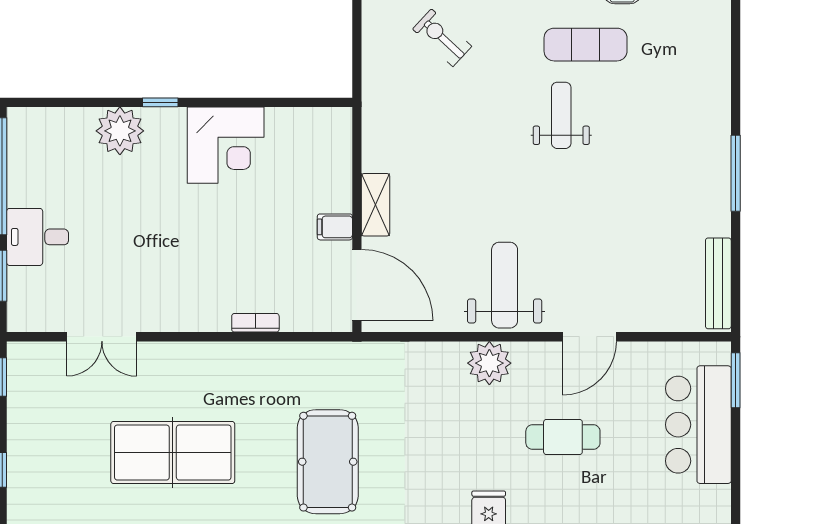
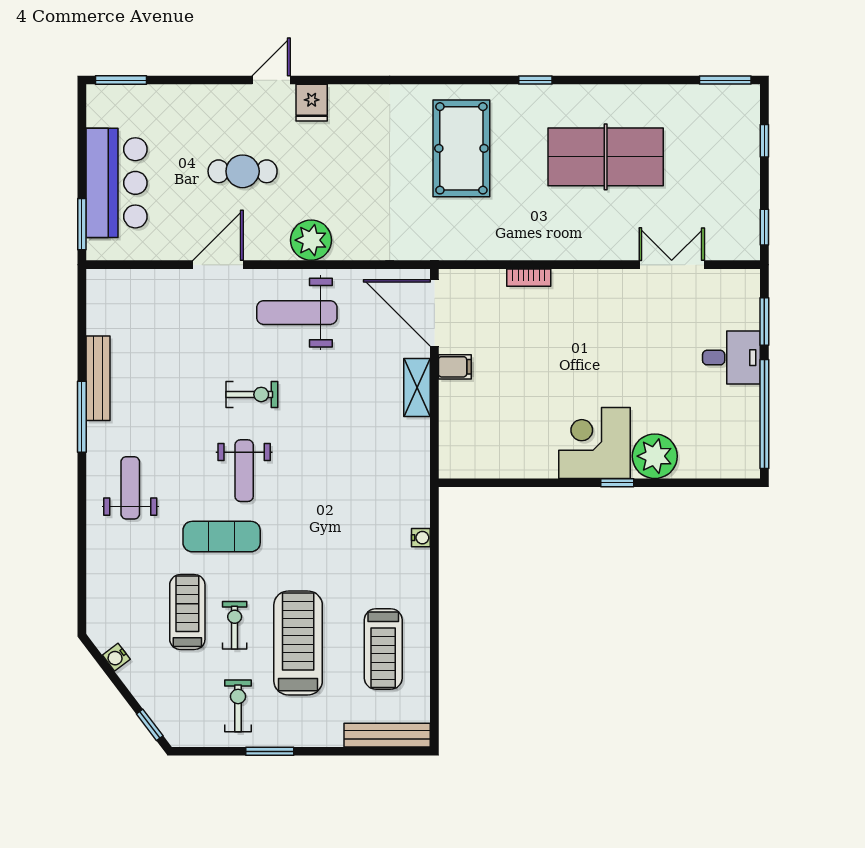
exercise bike: (442, 38) -> (252, 394), moved, turned -43
water cooler: (371, 43) -> (421, 538), added
weight bench: (684, 97) -> (130, 488), added
corner desk: (226, 145) -> (595, 443), moved
bench: (718, 283) -> (98, 378), moved
weight bench: (505, 285) -> (297, 313), turned 90

